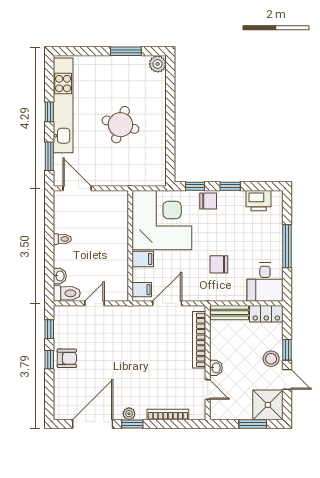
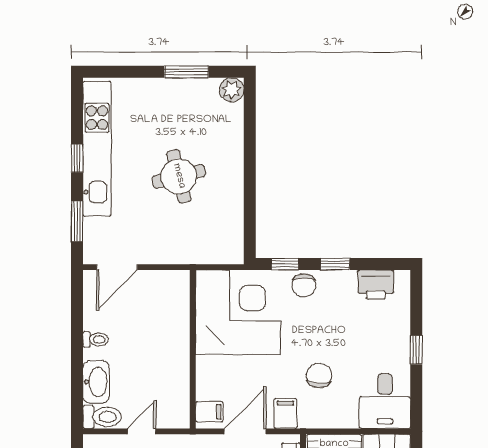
round table: (120, 125) -> (179, 176), turned -31
door: (77, 188) -> (117, 267), swing flipped
chair: (208, 201) -> (304, 285), turned 90
window: (287, 246) -> (416, 350), width x0.46
filing cabinet: (143, 259) -> (285, 413), moved, turned -90
chair: (219, 264) -> (319, 376), turned 93
washbasin: (60, 276) -> (96, 382), width x1.91, depth x1.45

